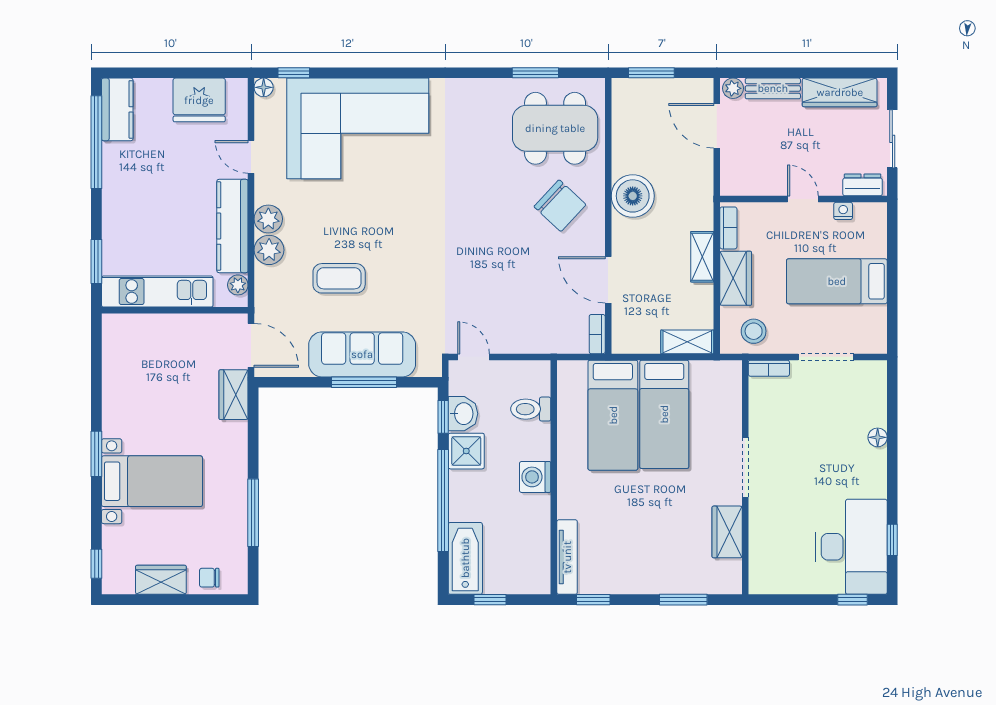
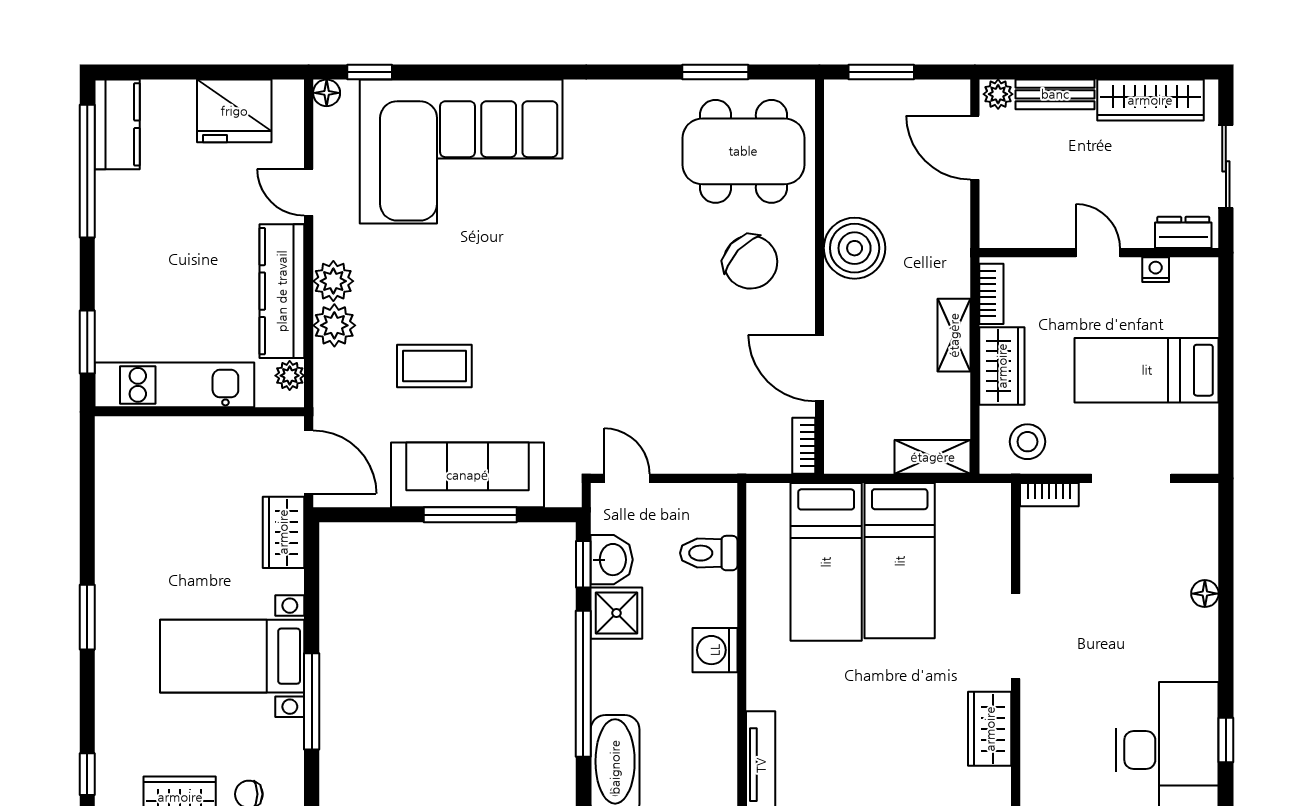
bed with nightstands: (152, 481) -> (232, 656), moved, turned 180

